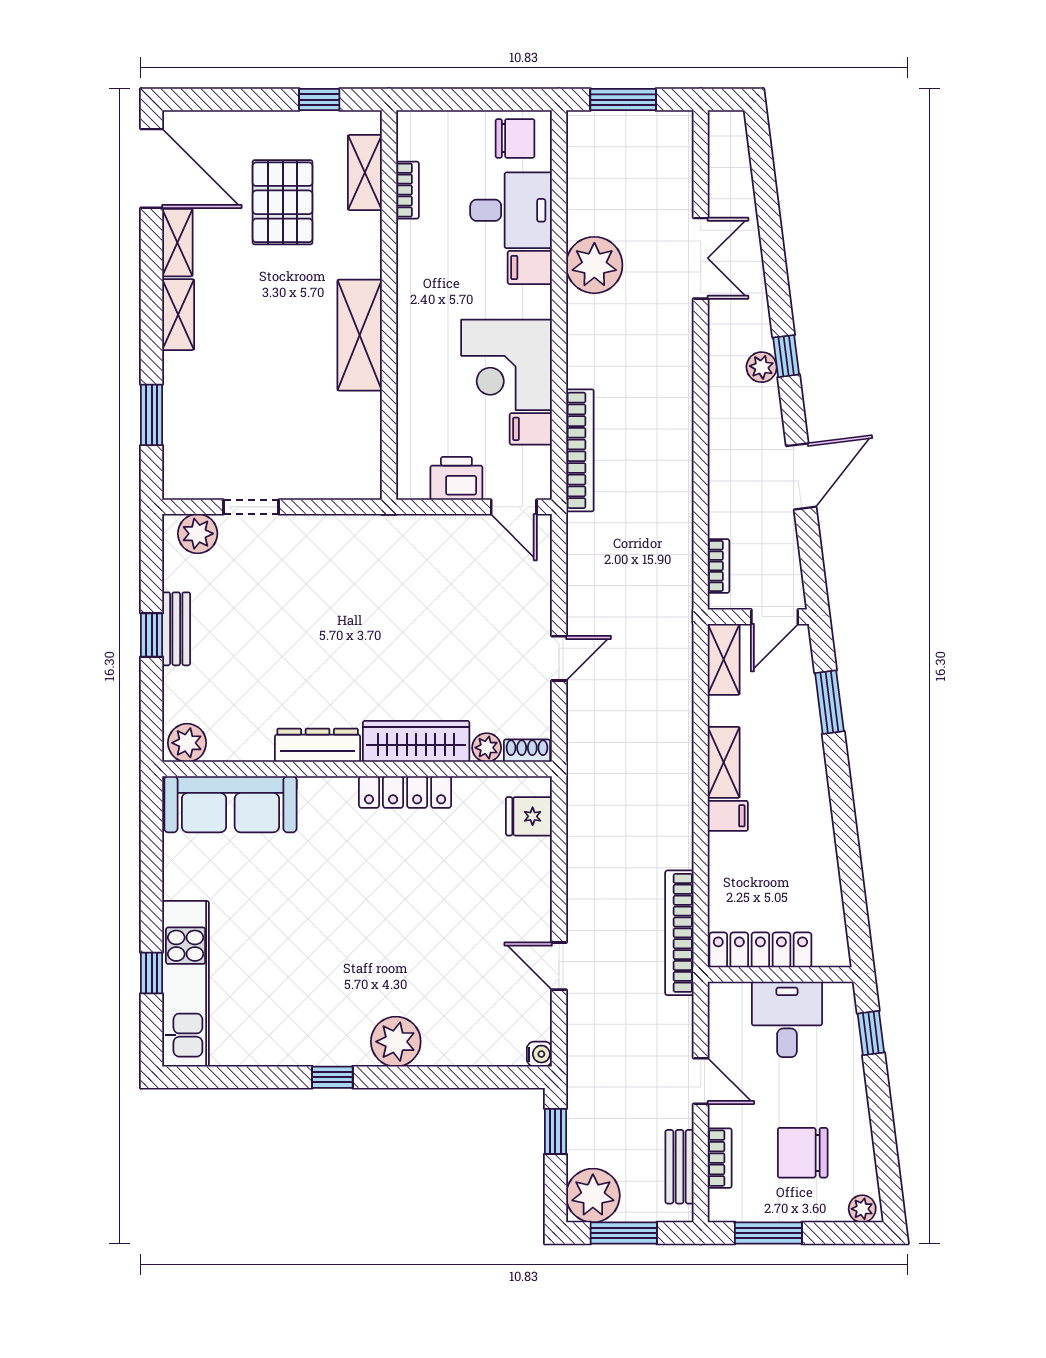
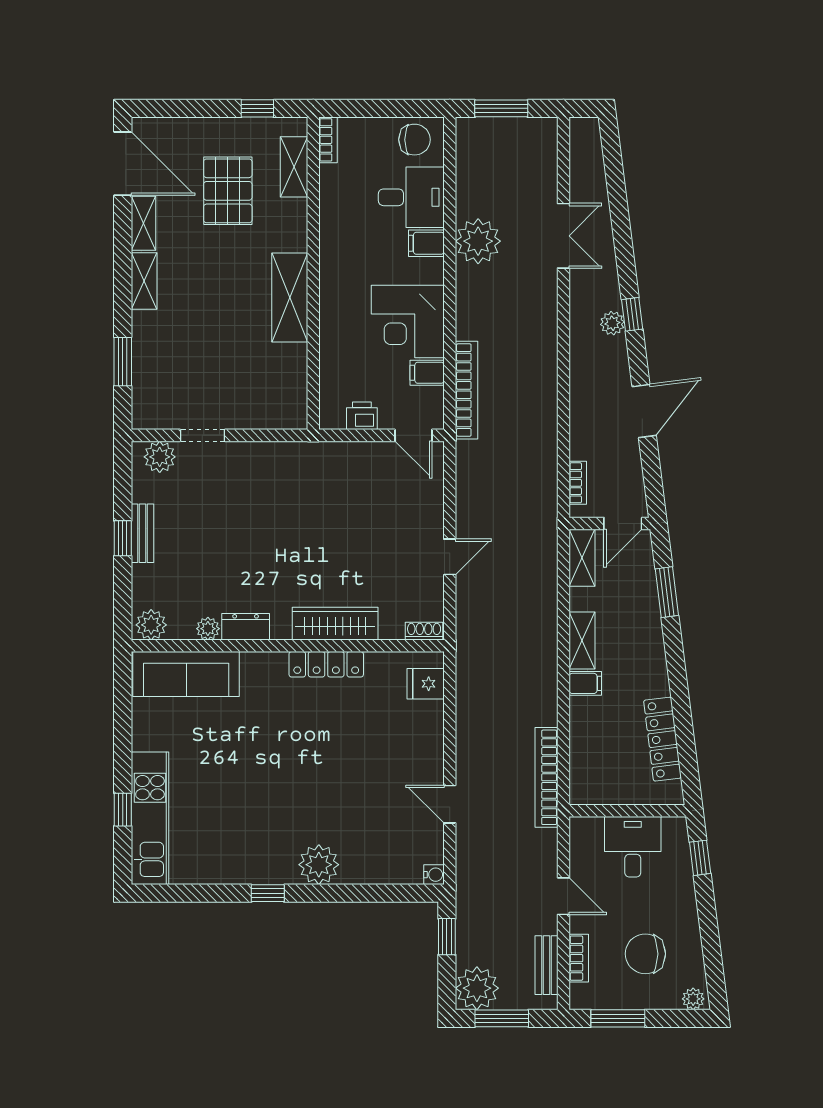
bookcase: (407, 190) -> (328, 140), moved
printer: (456, 478) -> (362, 416), width x0.73, depth x0.81
dresser: (318, 745) -> (246, 627), width x0.70
plant: (487, 748) -> (208, 629), moved
locker: (760, 950) -> (663, 739), moved, turned -97

